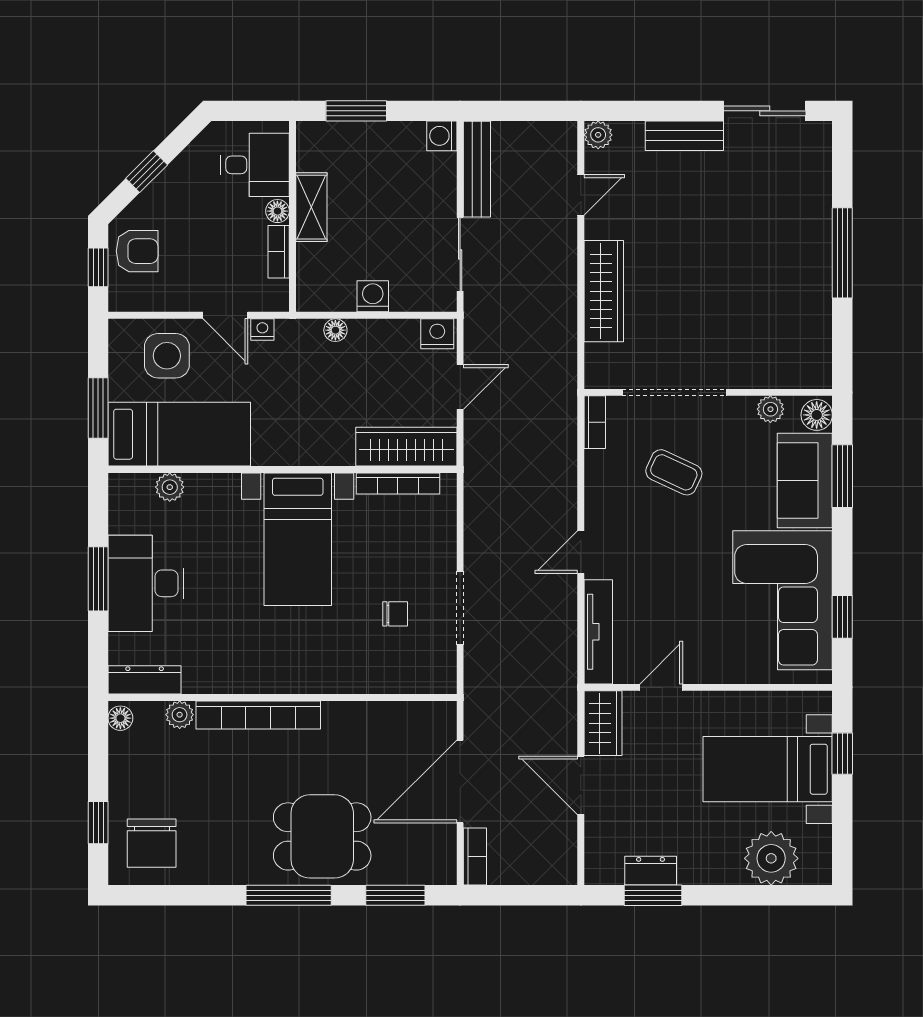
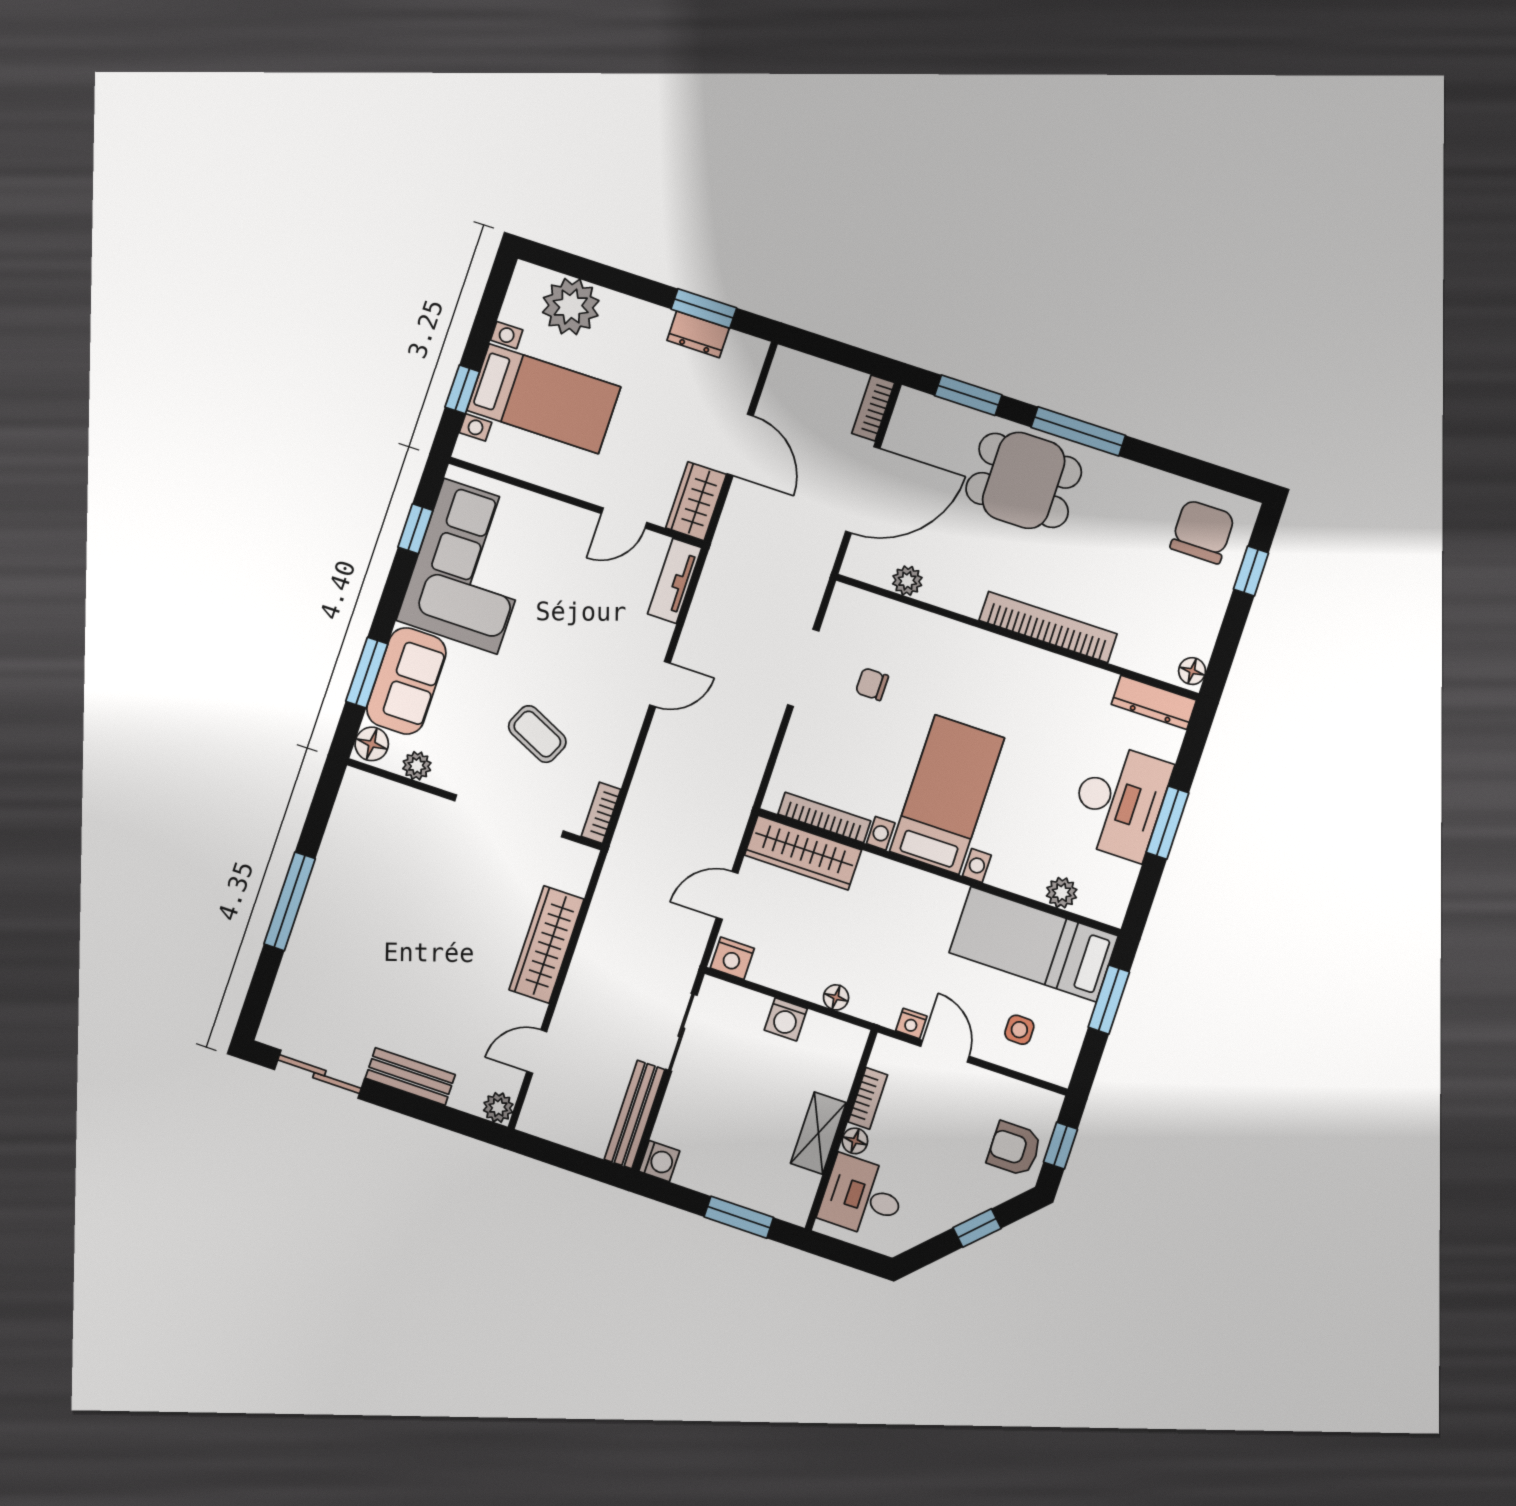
side table: (167, 356) -> (1019, 1030), width x0.54, depth x0.54
tv unit: (598, 632) -> (675, 581), width x0.71
plant: (180, 715) -> (907, 581), moved

